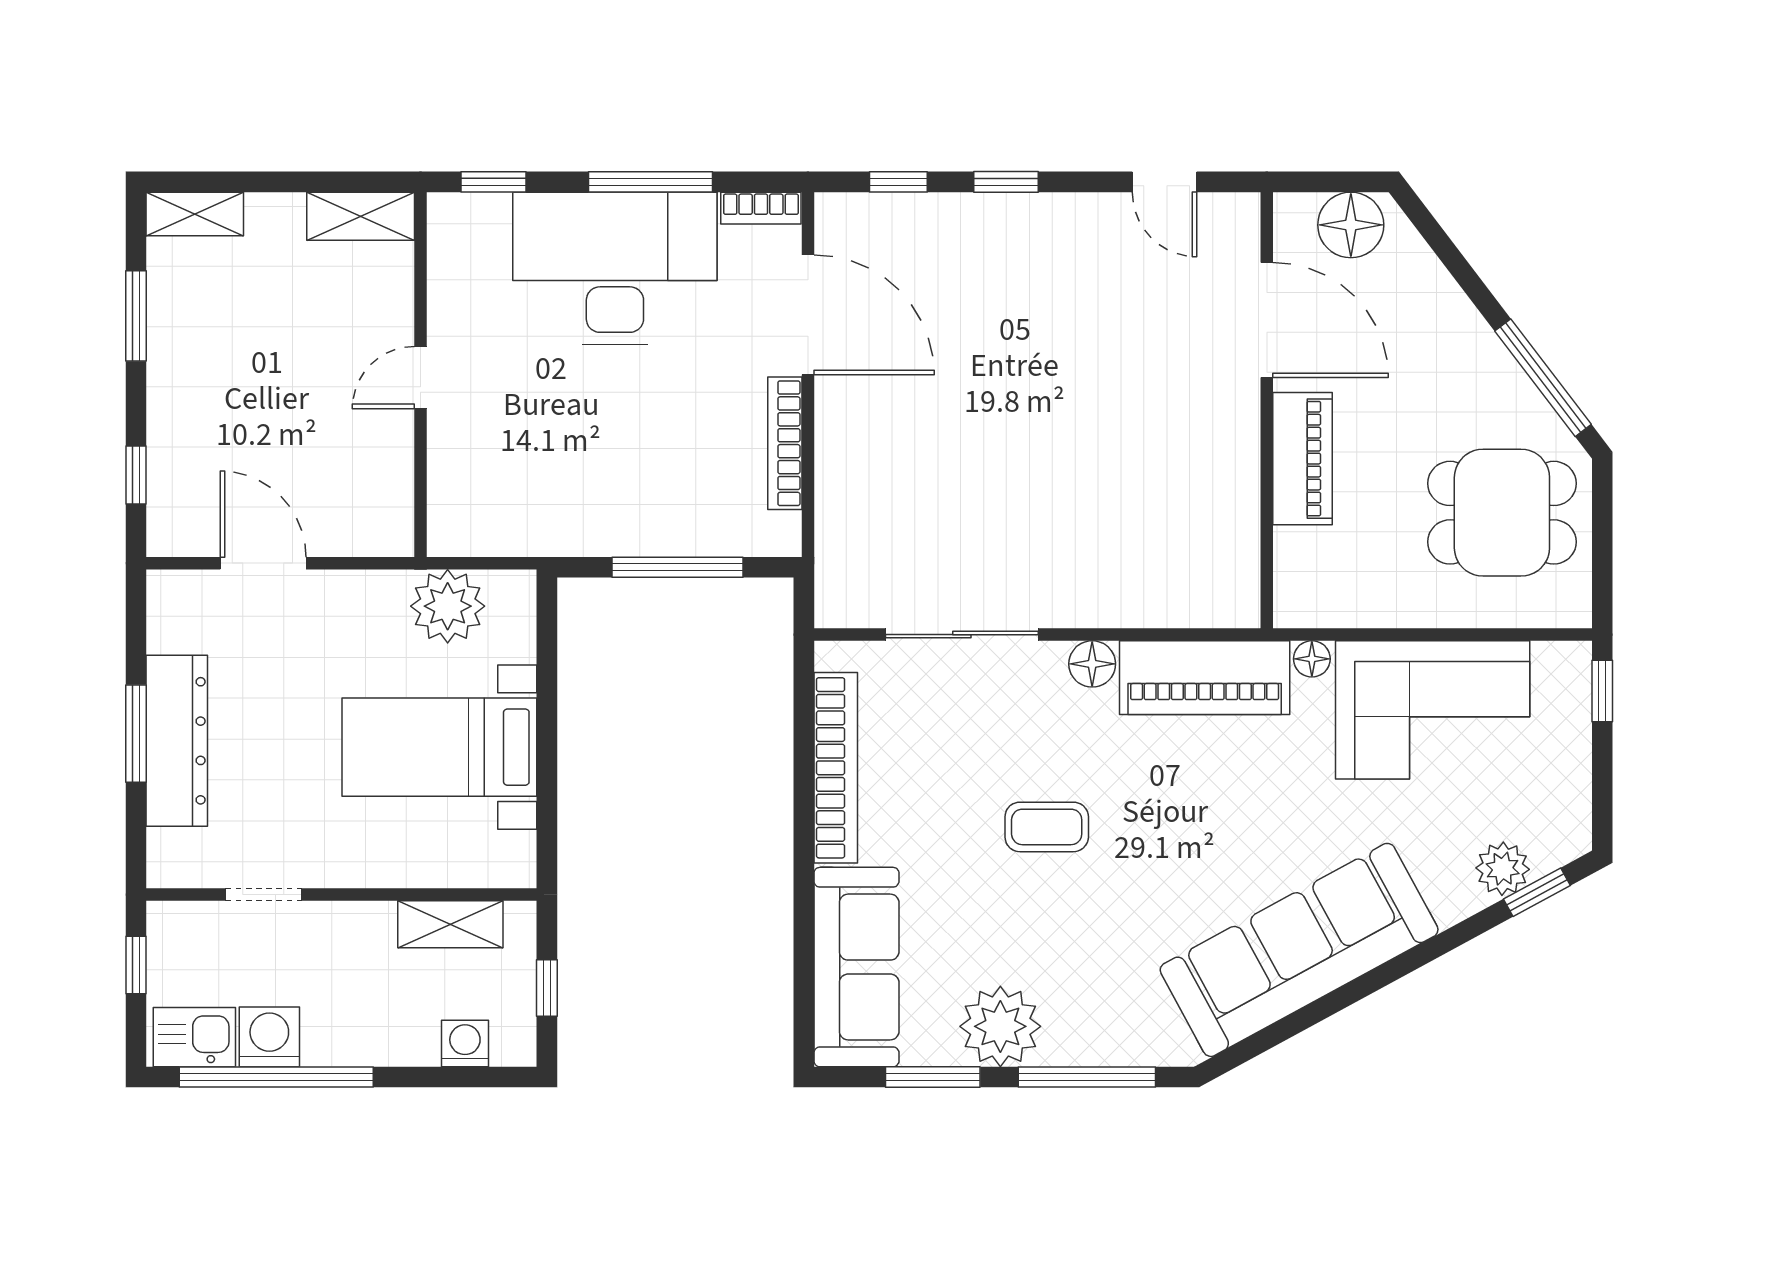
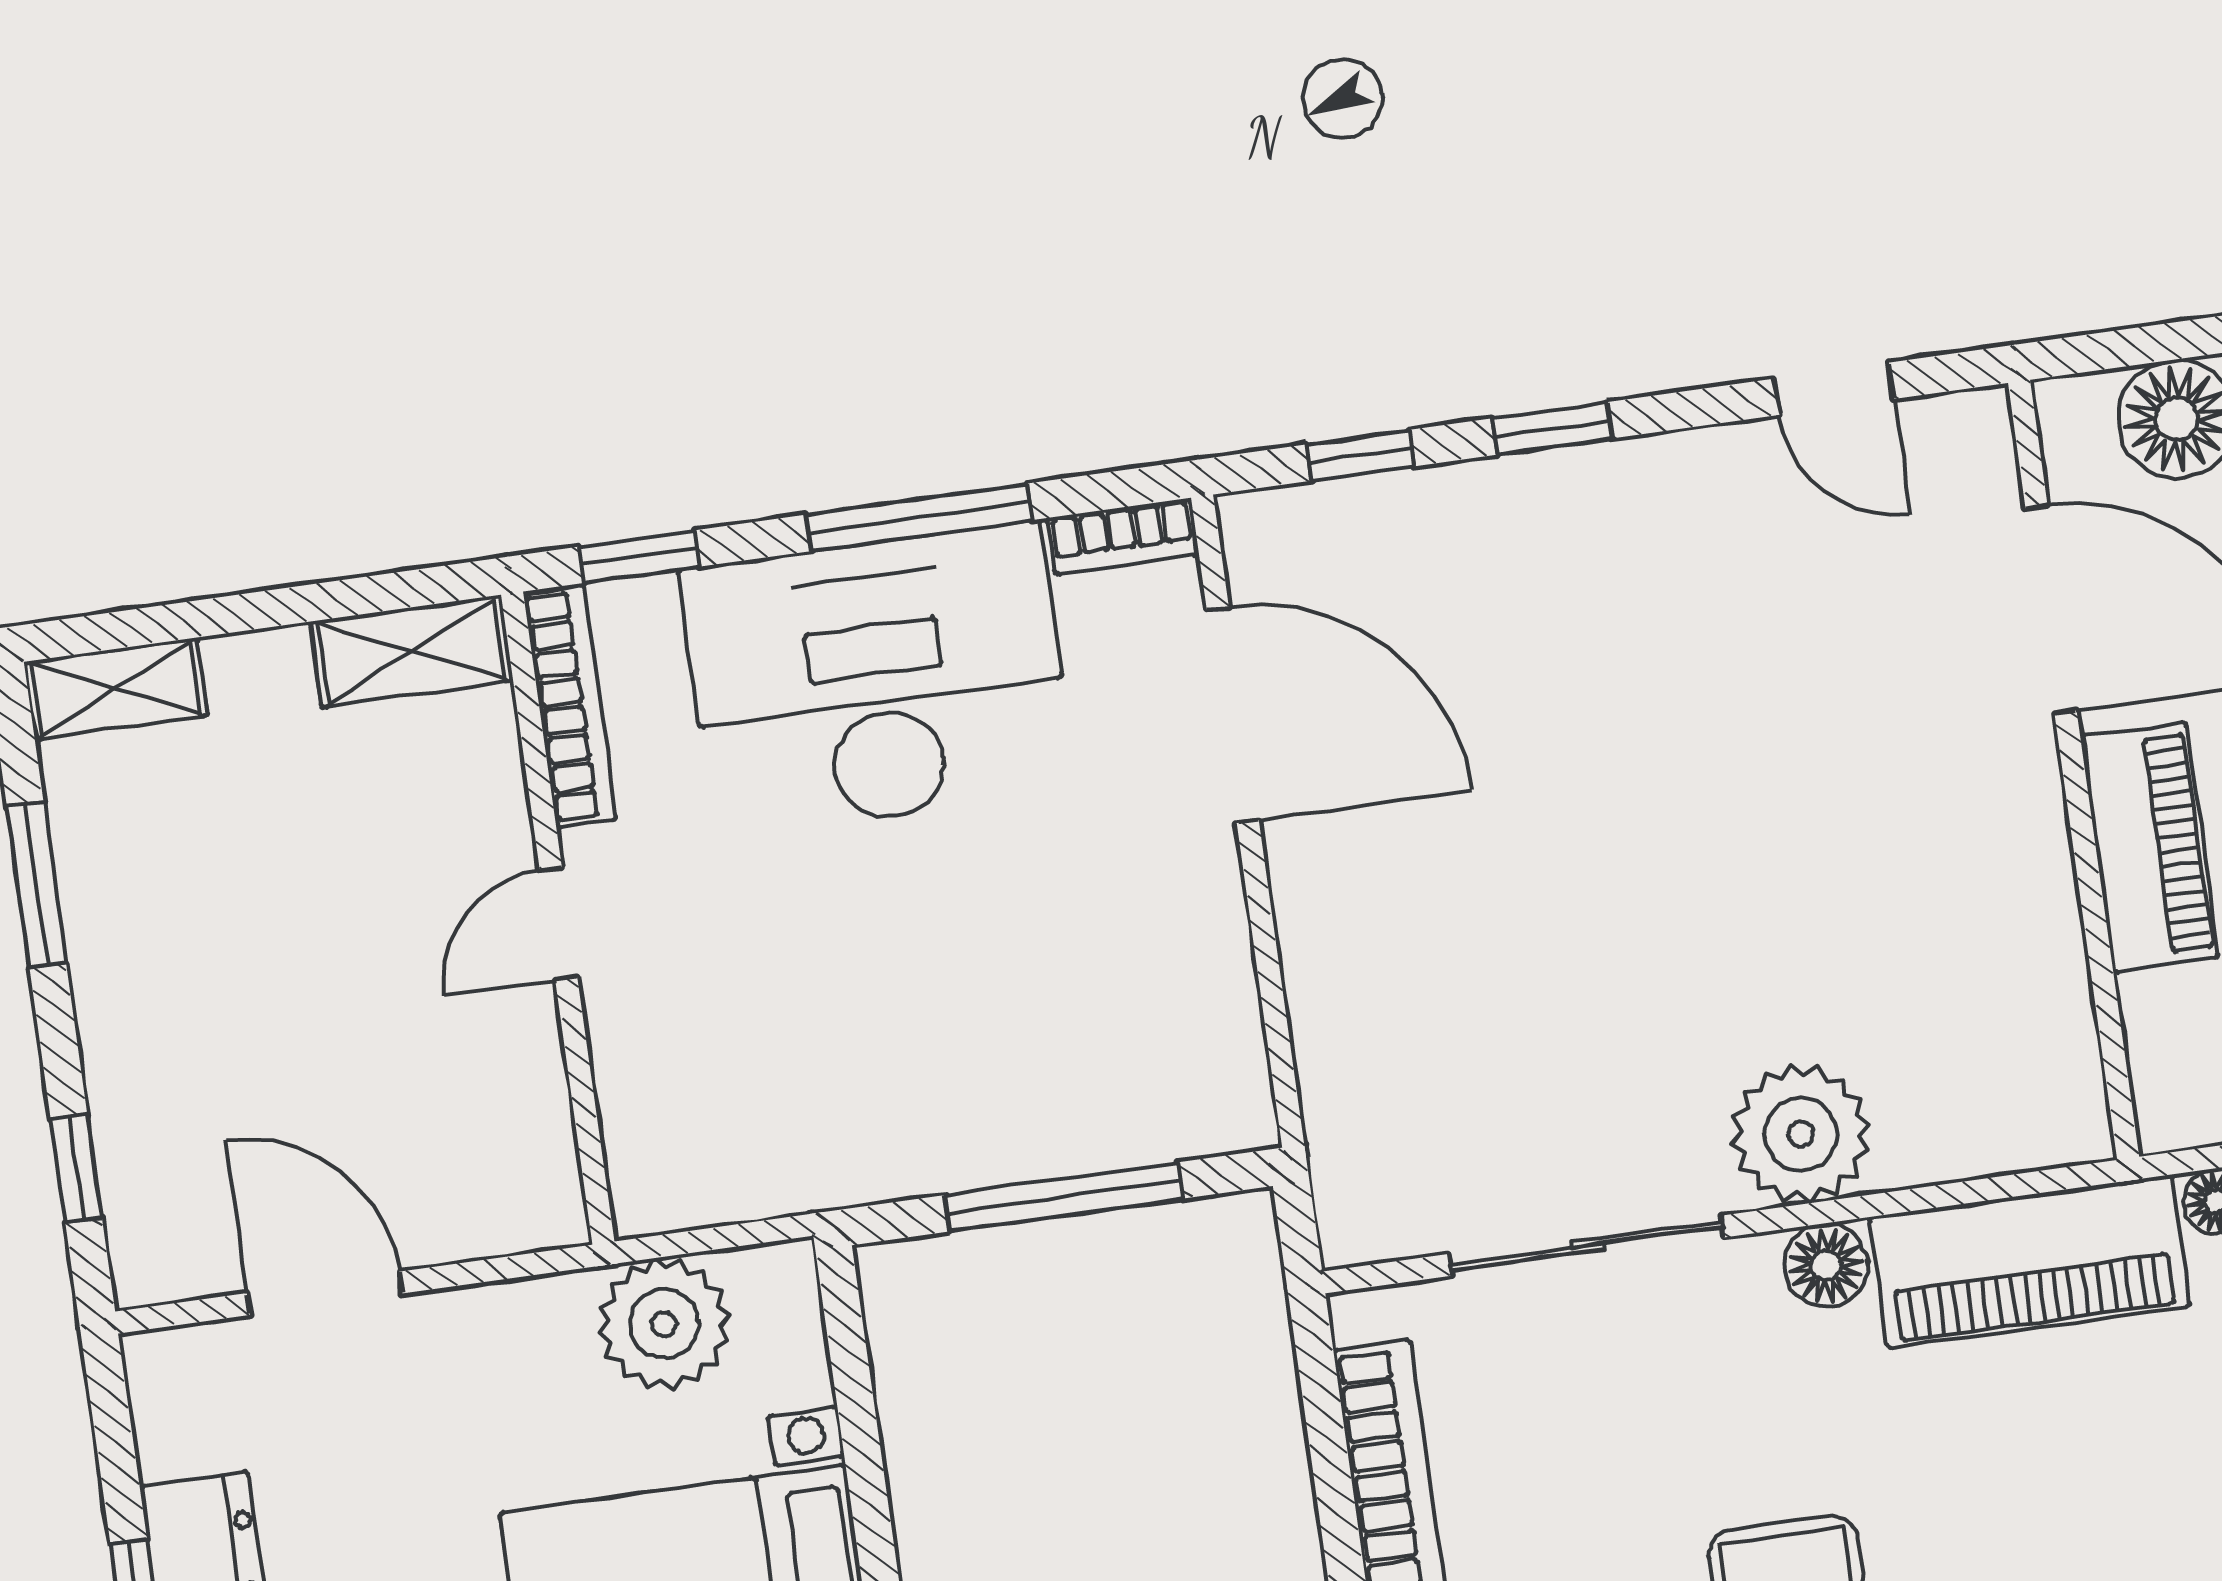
bookcase: (785, 443) -> (570, 705), moved, turned 180
plant: (1088, 590) -> (1801, 1134), added

